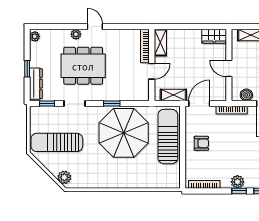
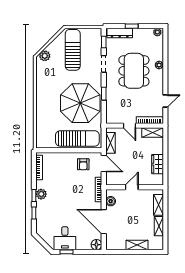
door: (95, 26) -> (165, 101), moved
wardrobe: (214, 36) -> (158, 164), moved
armchair: (201, 143) -> (83, 164), moved

